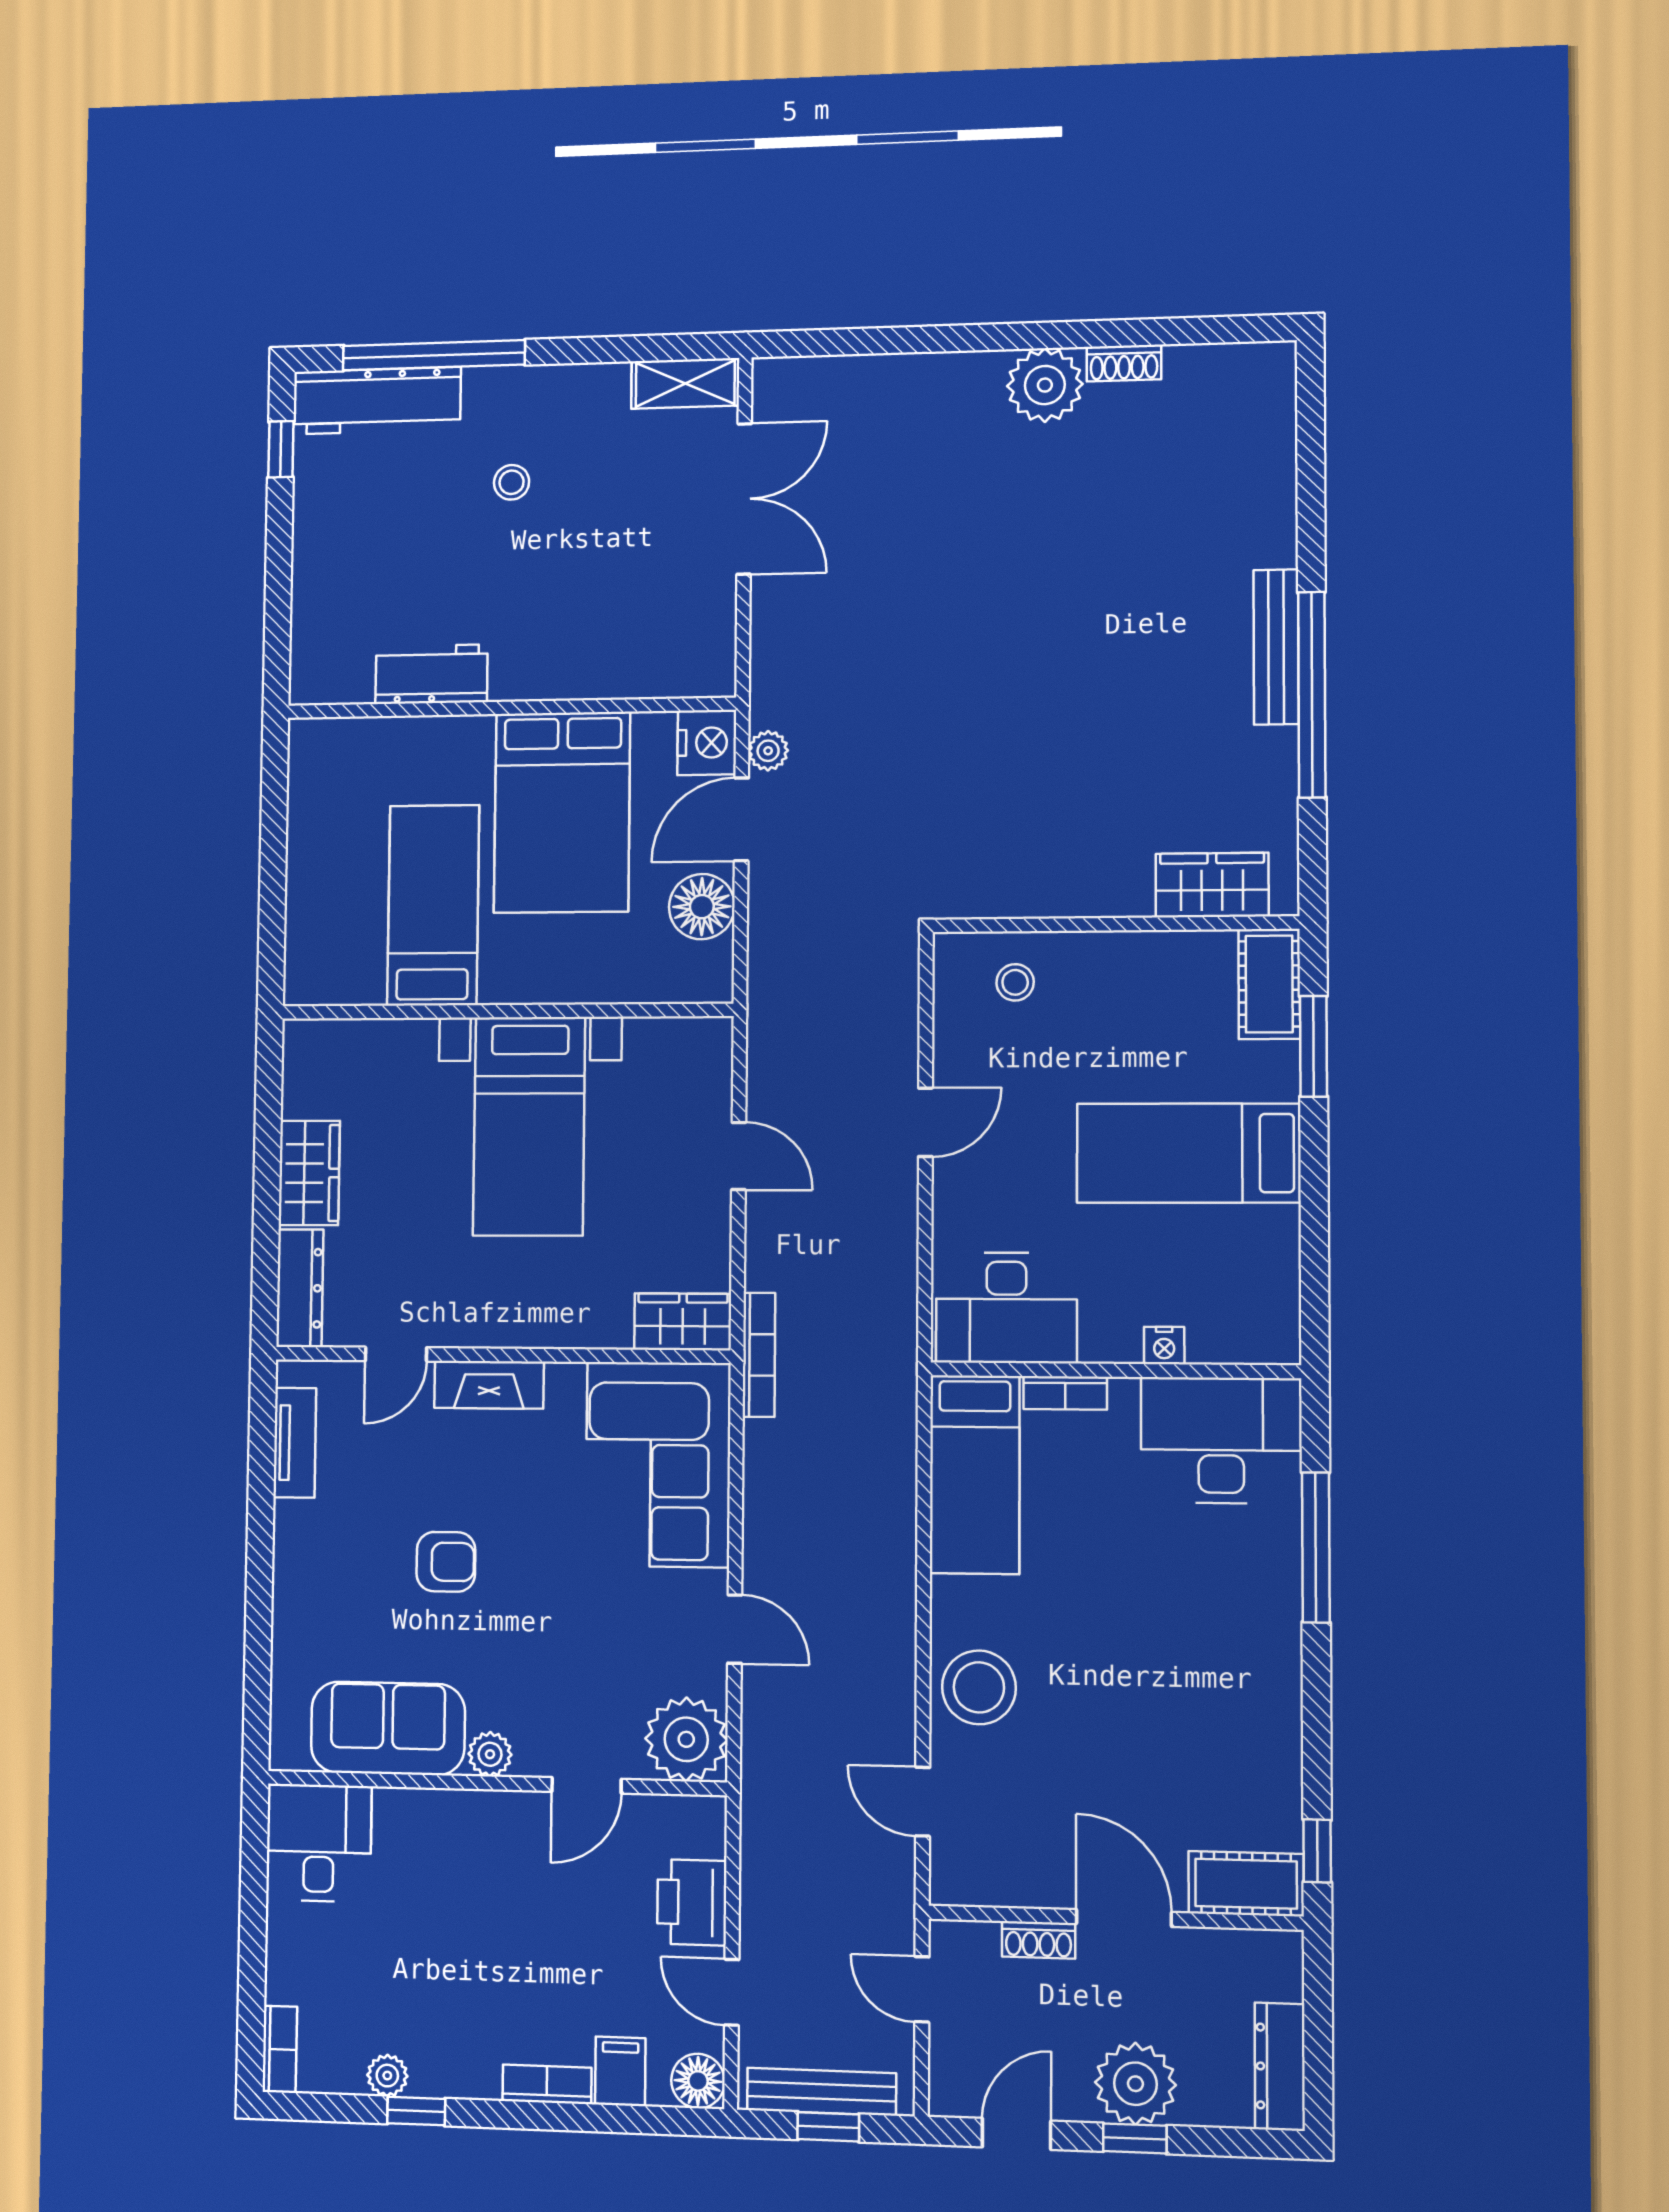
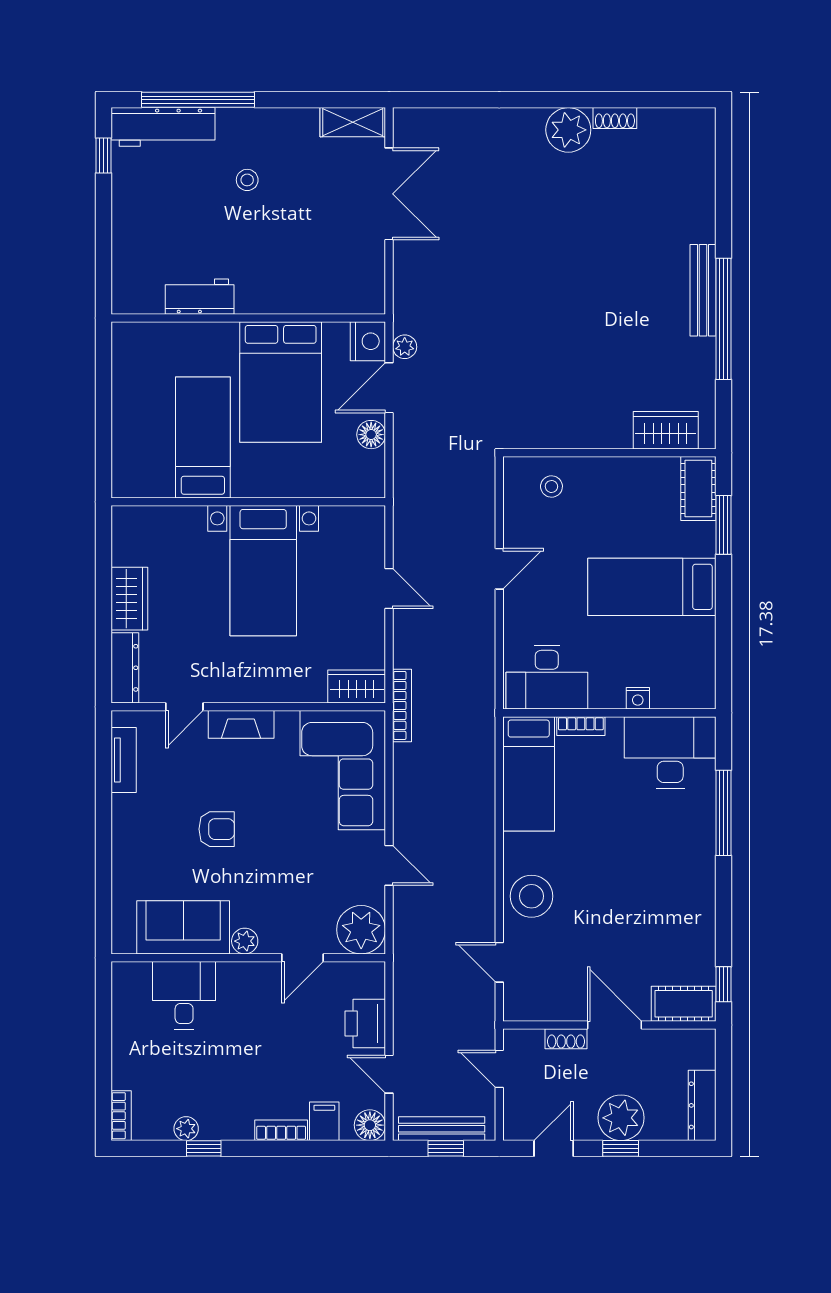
floor lamp: (702, 907) -> (371, 435), width x0.73, depth x0.73
desk: (319, 1843) -> (184, 995), moved

